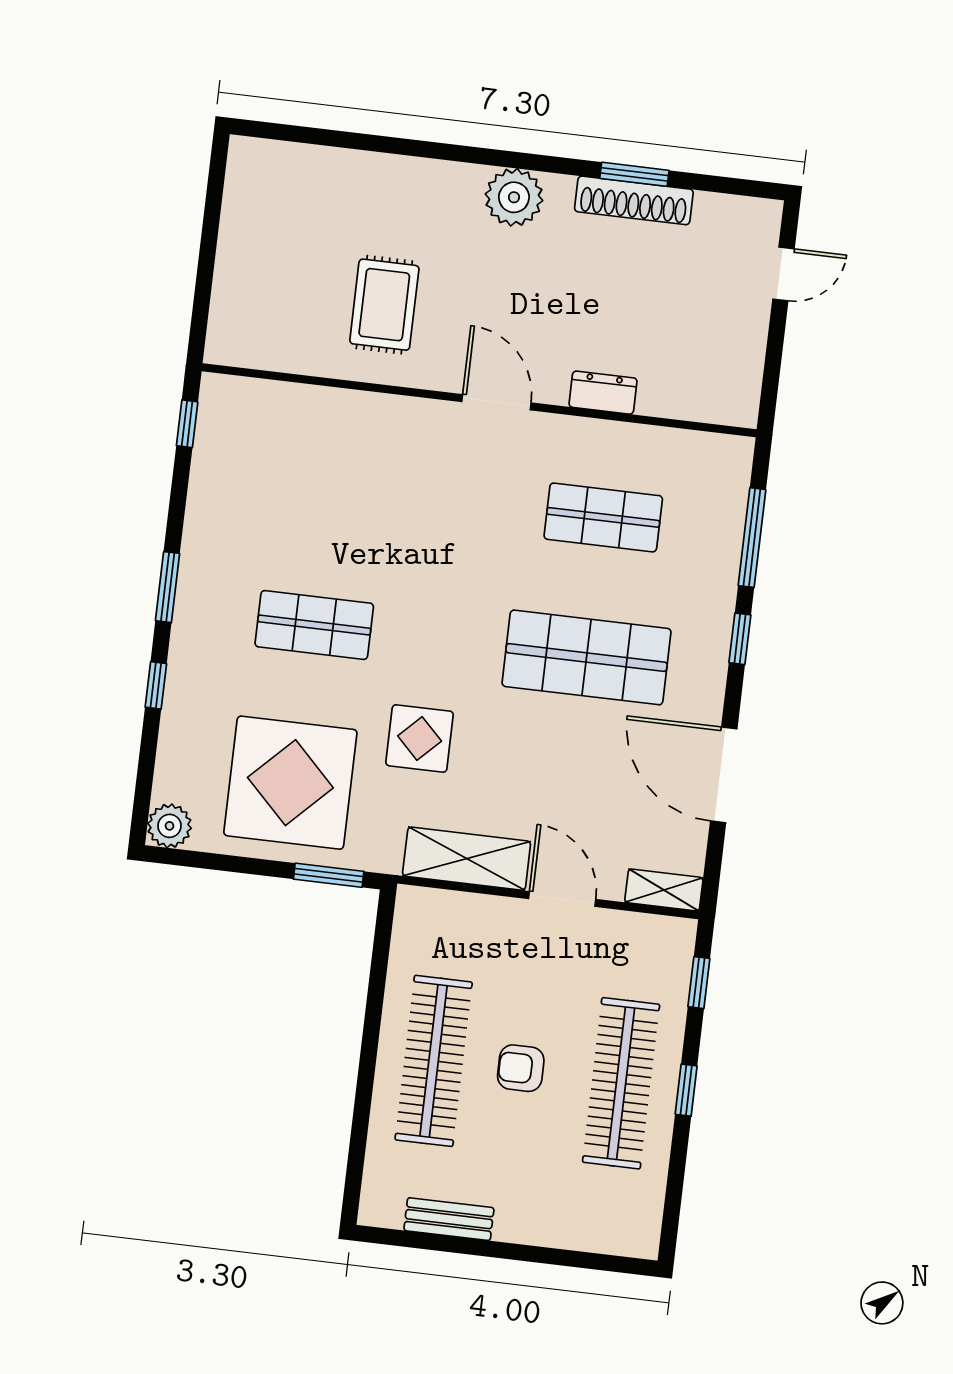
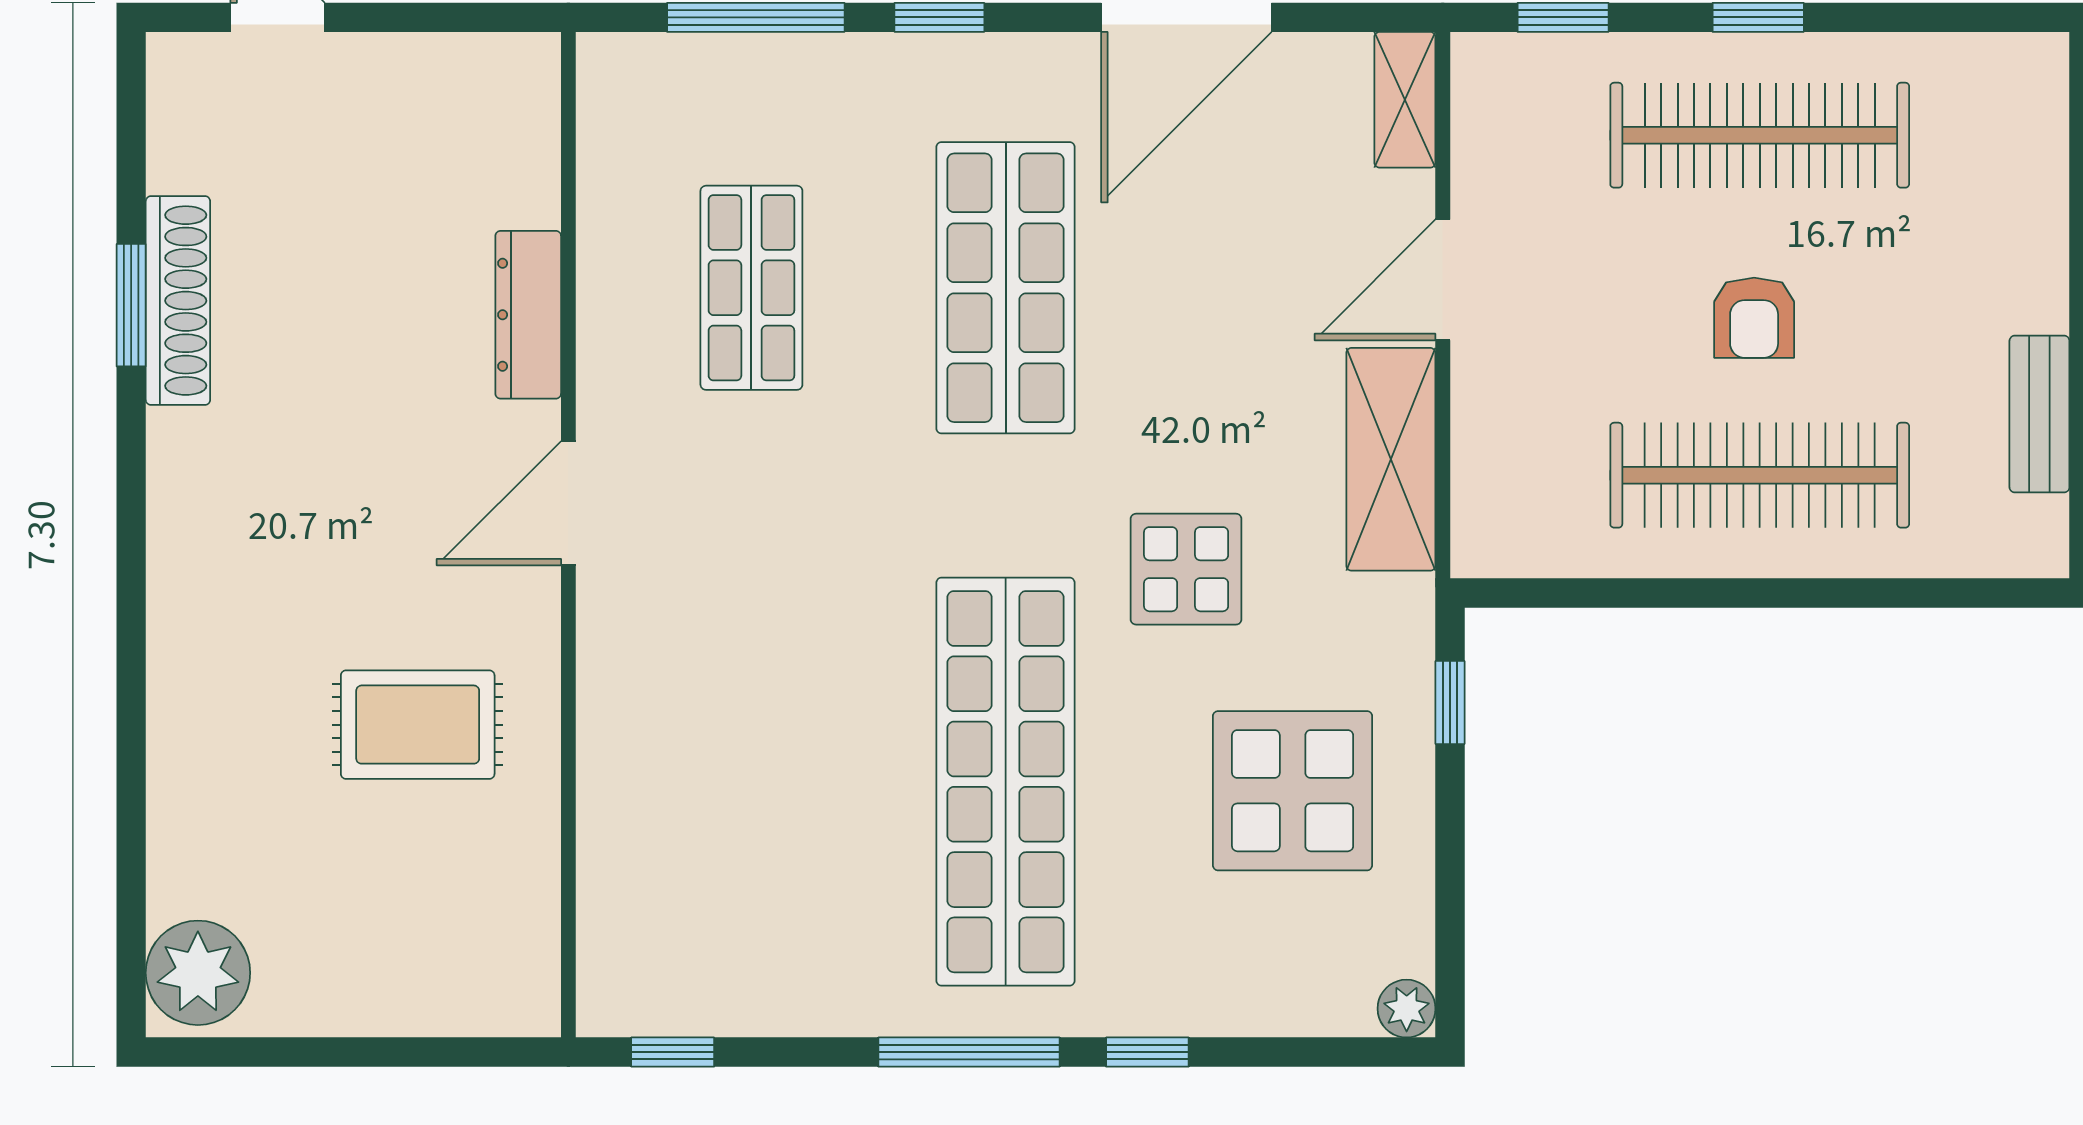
plant: (514, 197) -> (198, 973), moved
dresser: (603, 393) -> (528, 315), width x1.44
window: (168, 587) -> (969, 1052), width x1.44
shop shelf: (314, 625) -> (1006, 782), width x2.00, depth x1.36
display table: (290, 783) -> (1293, 791), width x0.73, depth x0.73
plant: (169, 826) -> (1407, 1009), width x0.73, depth x0.73
window: (329, 875) -> (1450, 703), width x0.67

